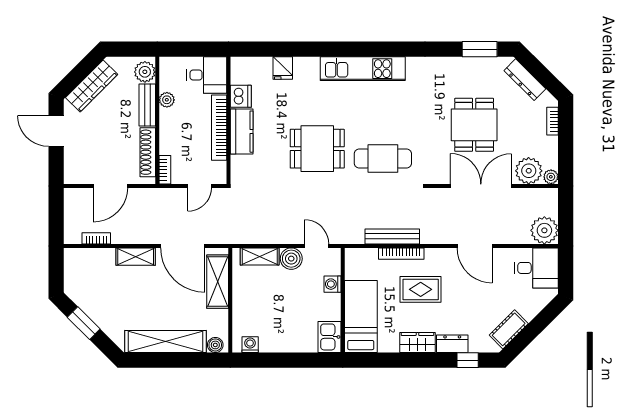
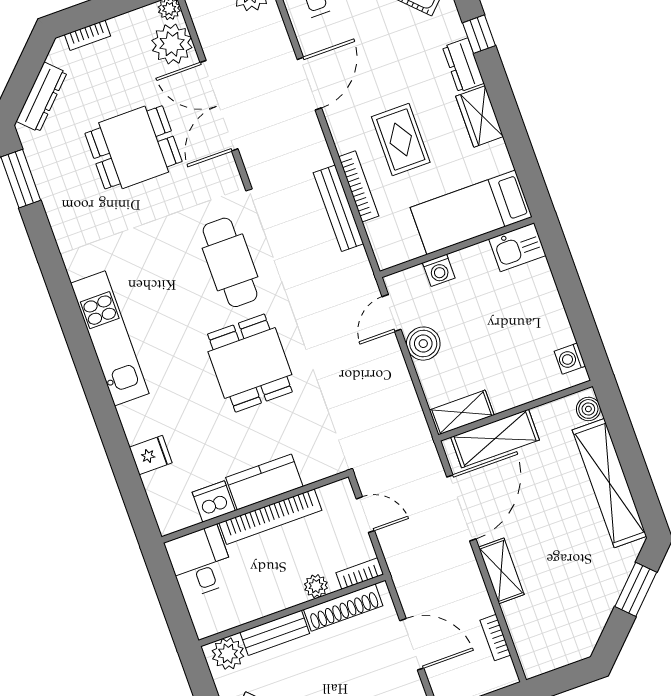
plant: (167, 100) -> (316, 586), moved
shelving: (260, 256) -> (462, 413), moved, turned 90
window: (84, 323) -> (636, 589), moved

